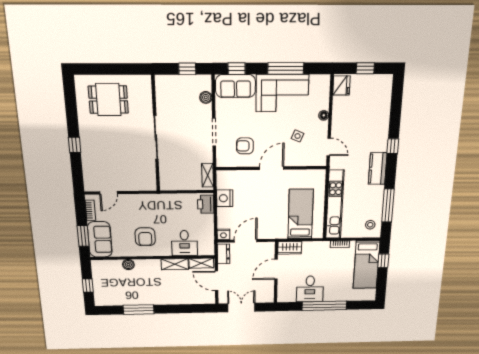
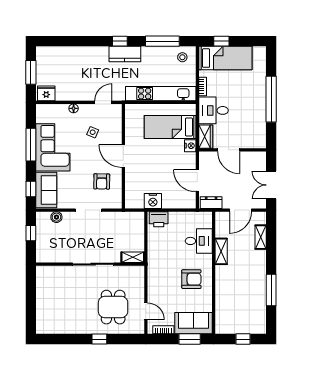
window: (365, 68) -> (31, 72), width x1.50
dining table: (108, 100) -> (113, 307), moved
window: (393, 146) -> (120, 41), moved
shelving: (208, 175) -> (133, 257), moved
nightstand: (223, 234) -> (190, 146), moved
shelving: (201, 263) -> (261, 237), moved
boiler: (128, 265) -> (221, 297), removed
desk: (310, 289) -> (214, 110), moved, turned 180

